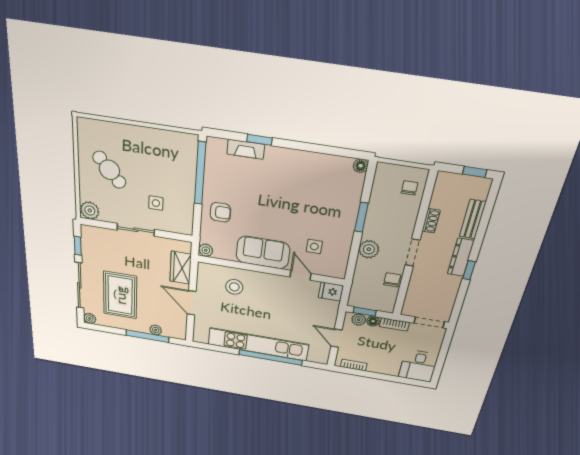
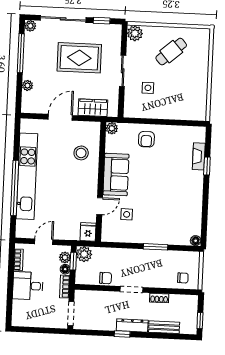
window: (200, 173) -> (176, 123), removed
plant: (369, 249) -> (84, 254), moved
rug: (120, 295) -> (79, 58), moved
window: (147, 336) -> (21, 53), moved
desk: (418, 366) -> (28, 286), moved

